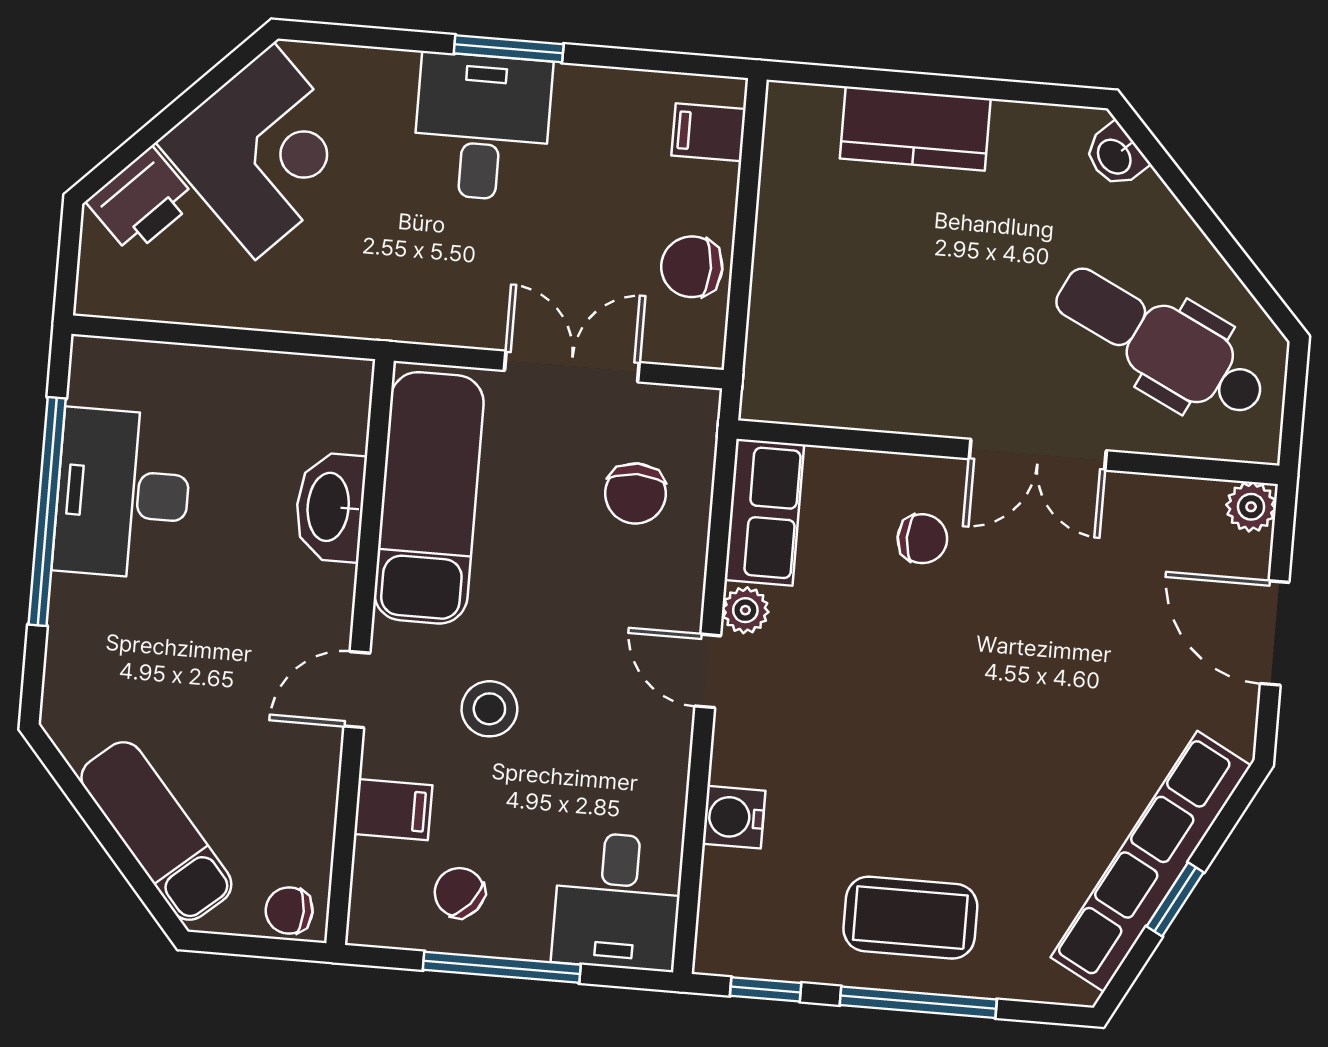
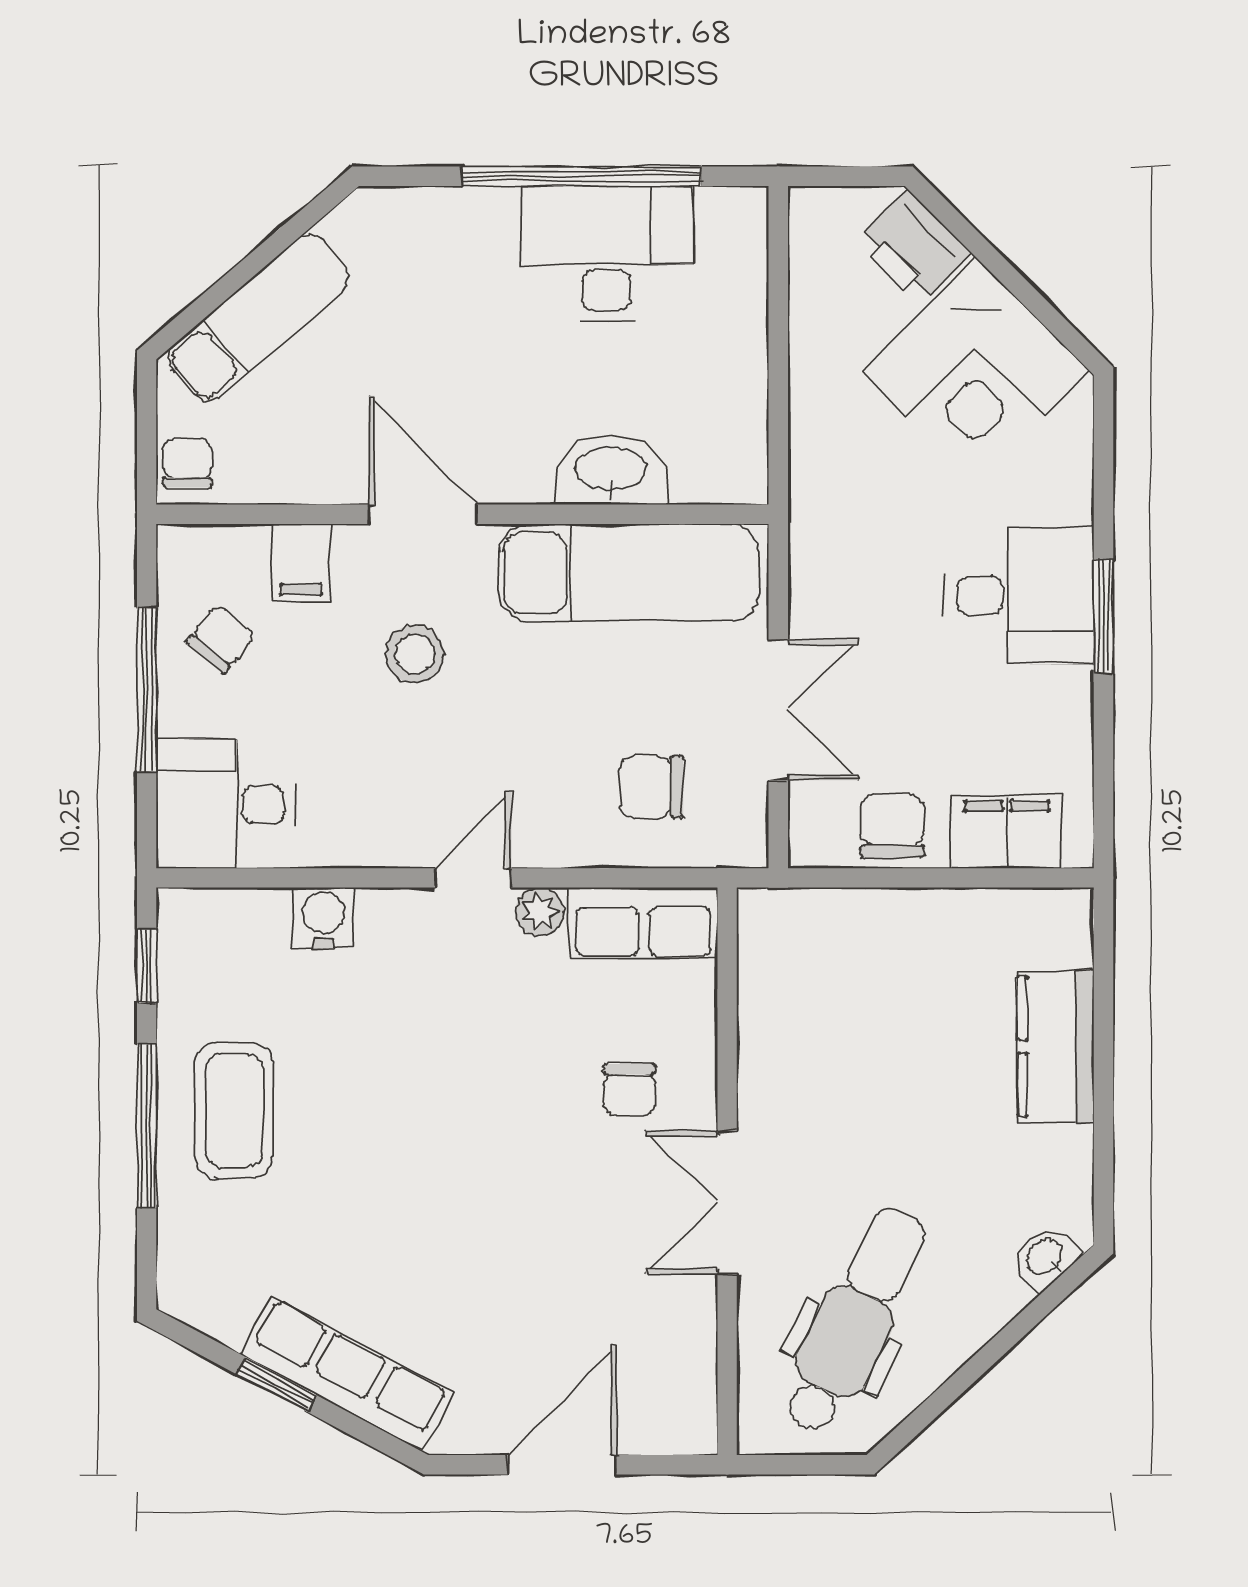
filing cabinet: (709, 132) -> (1007, 832), width x2.00
plant: (1251, 507) -> (692, 1429), removed
door: (357, 690) -> (423, 514), width x1.38
row of seats: (1151, 861) -> (347, 1373), width x0.73

